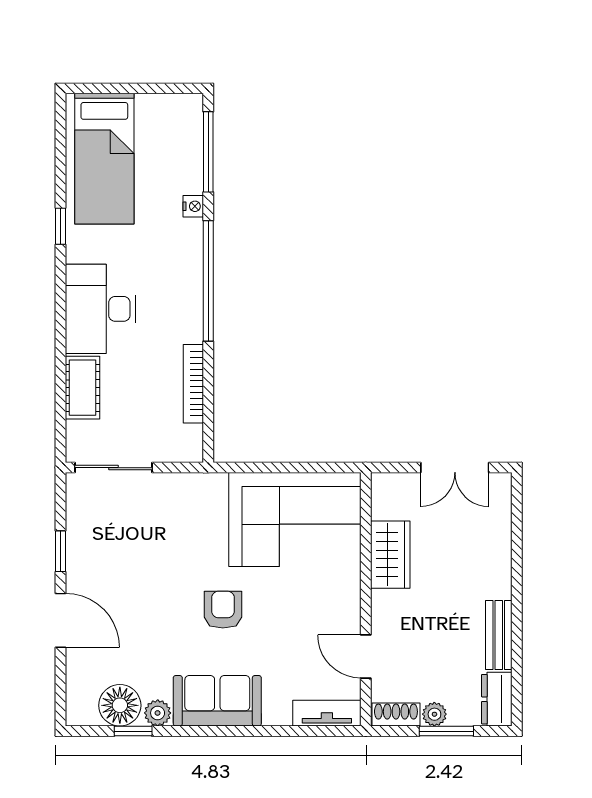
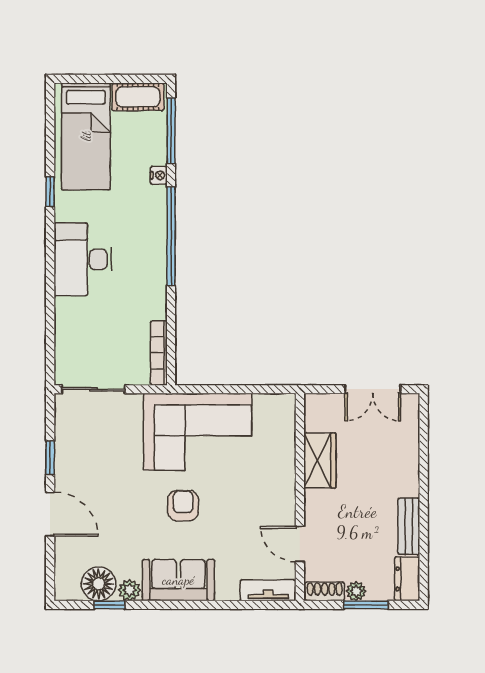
bookcase: (193, 384) -> (159, 353), moved
cot: (82, 388) -> (138, 97), moved, turned 90
corner sofa: (295, 519) -> (198, 432), moved

